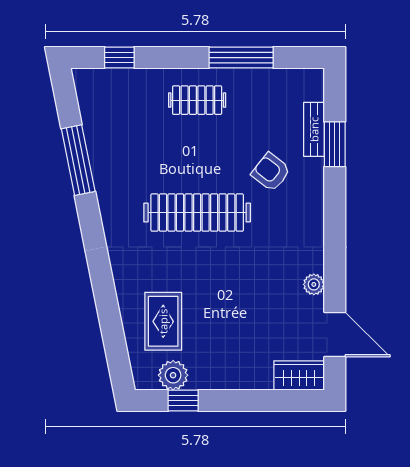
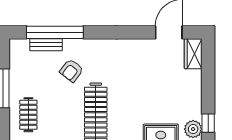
window: (335, 144) -> (55, 32), width x2.11
plant: (314, 284) -> (139, 45), removed

